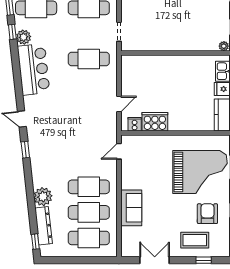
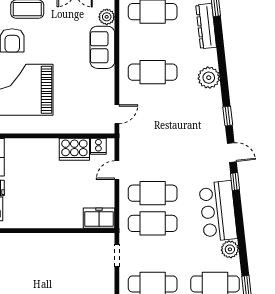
window: (12, 32) -> (235, 182), moved
freezer: (134, 63) -> (99, 218), added
plant: (43, 197) -> (209, 78), moved
cafe table: (89, 212) -> (153, 193), moved
plant: (128, 234) -> (107, 17), added

